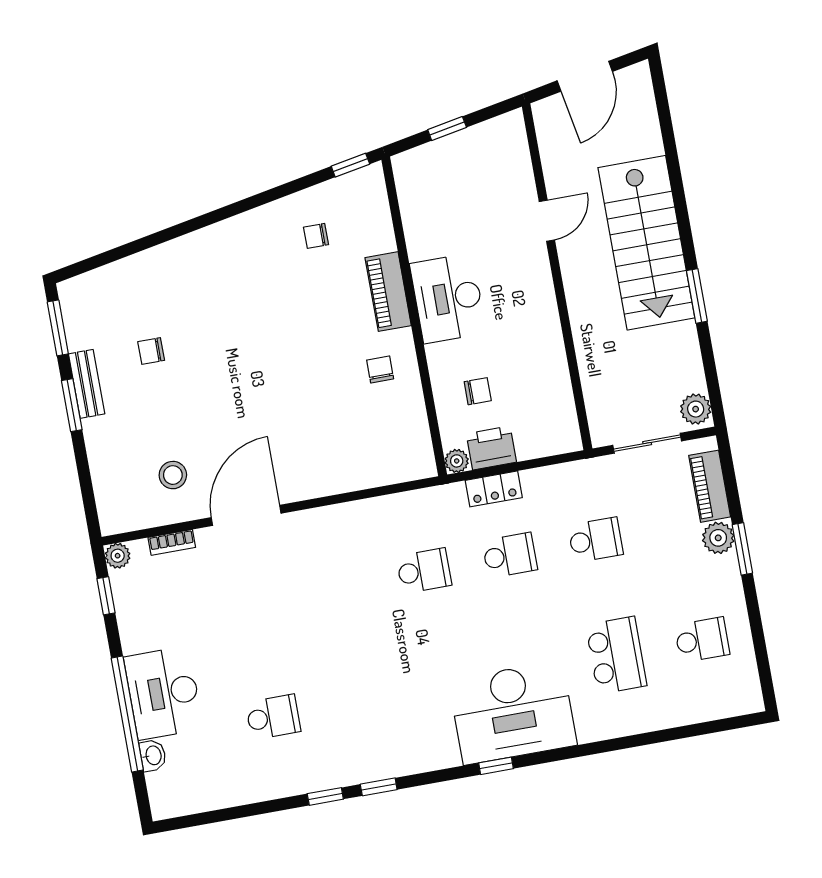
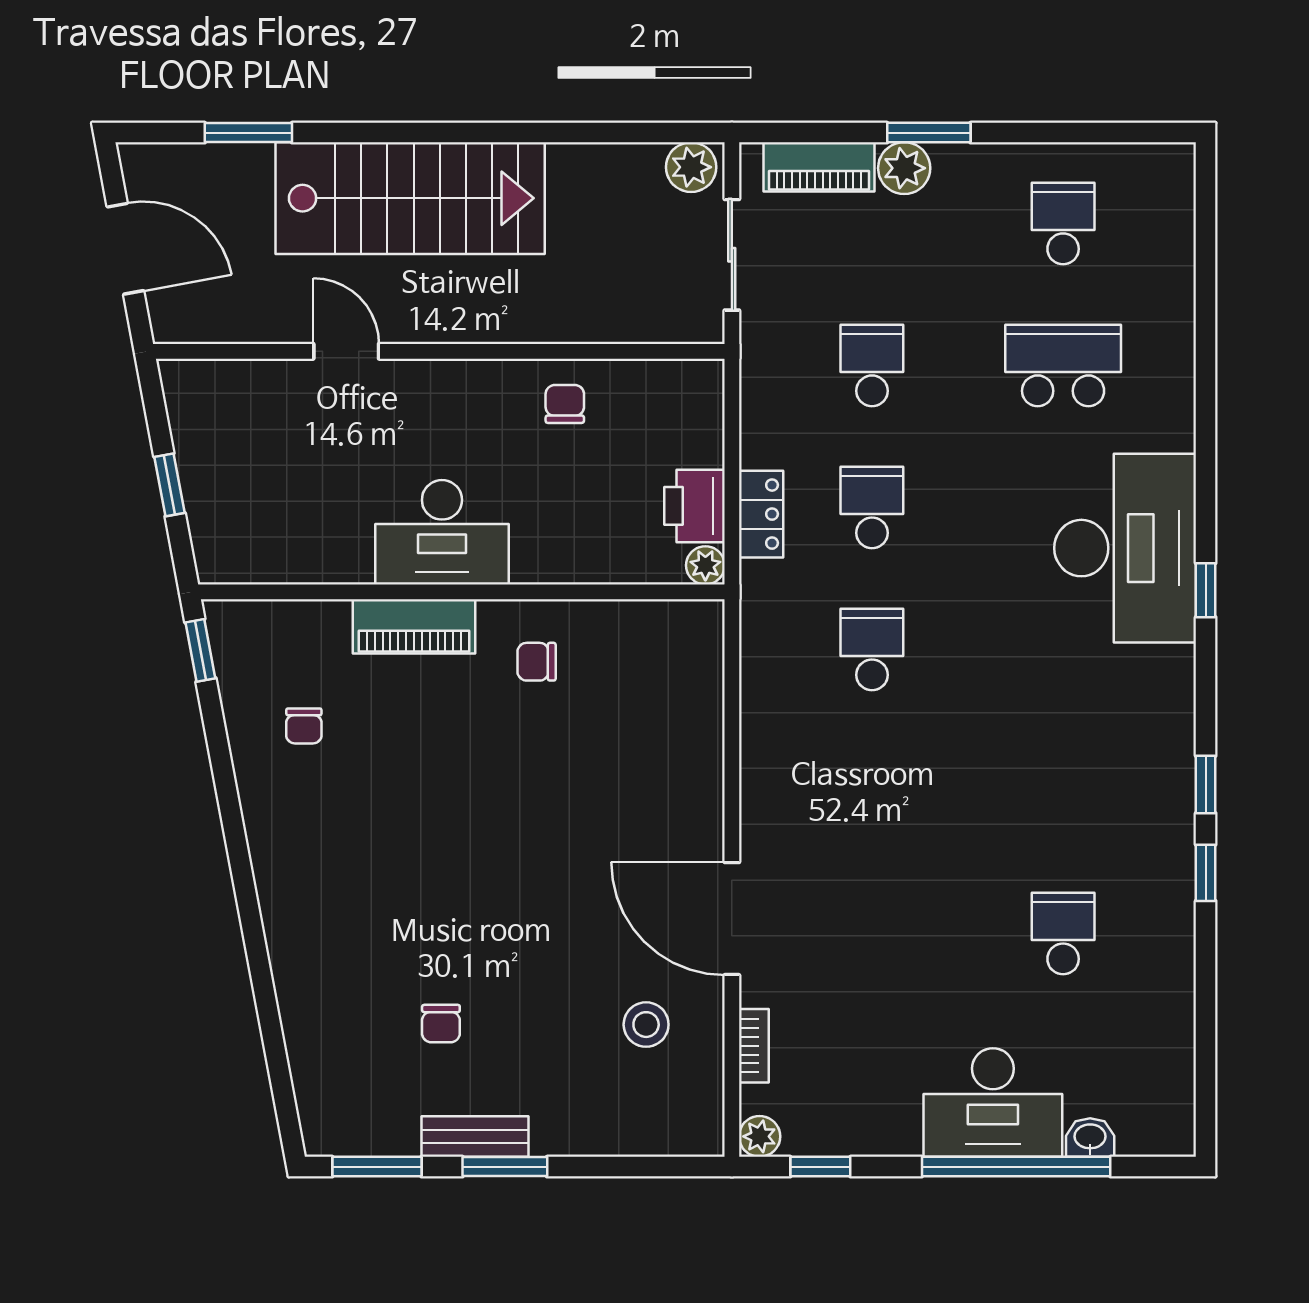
window: (697, 296) -> (248, 133), moved
chair: (478, 391) -> (565, 404), moved

